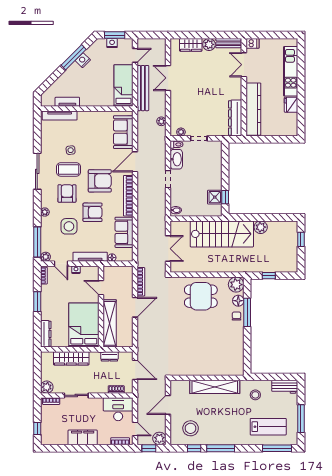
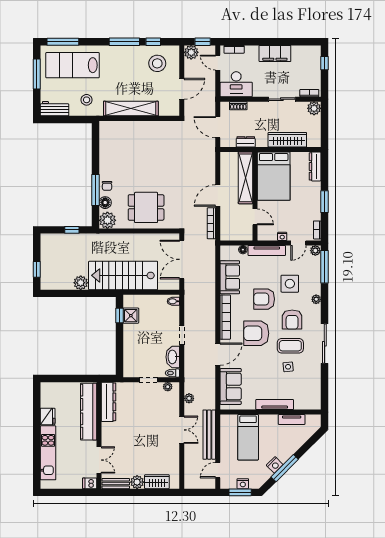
double door: (168, 78) -> (182, 430), moved
bed: (123, 86) -> (248, 437), moved
tv unit: (60, 116) -> (275, 405), moved
double door: (168, 249) -> (182, 259), width x1.37
door: (61, 264) -> (298, 243), swing flipped
lab bench: (268, 427) -> (73, 65), width x1.36, depth x1.39

